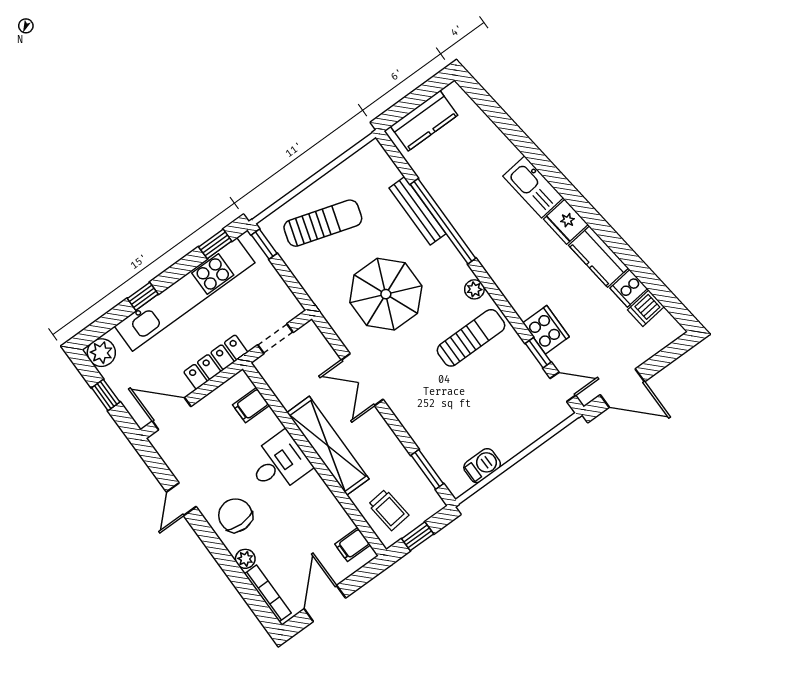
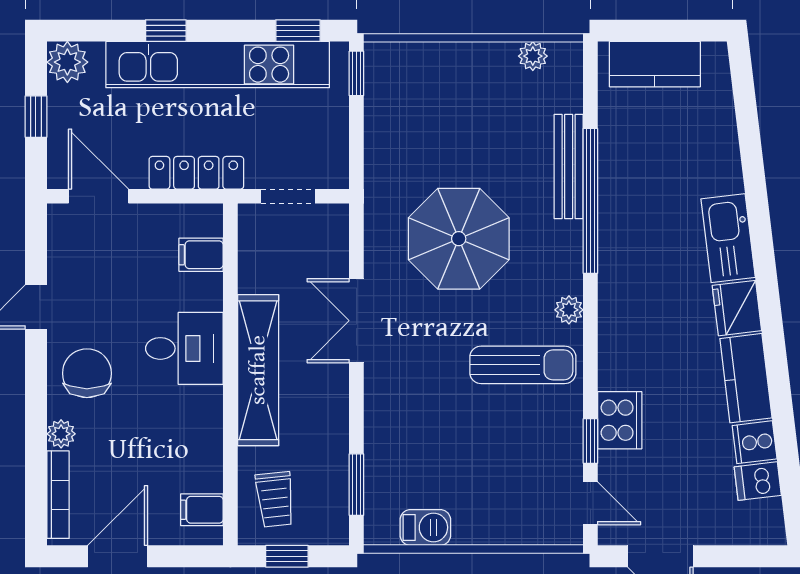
plant: (354, 165) -> (533, 56), added
sun lounger: (323, 223) -> (445, 99), removed

